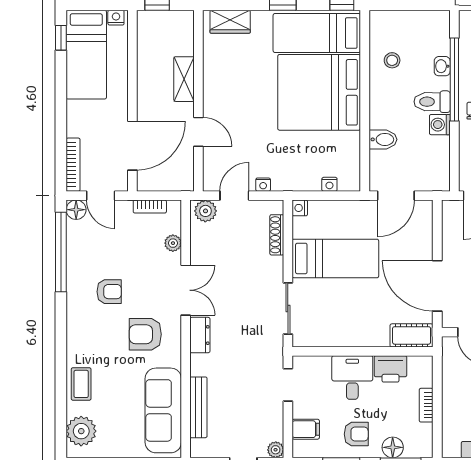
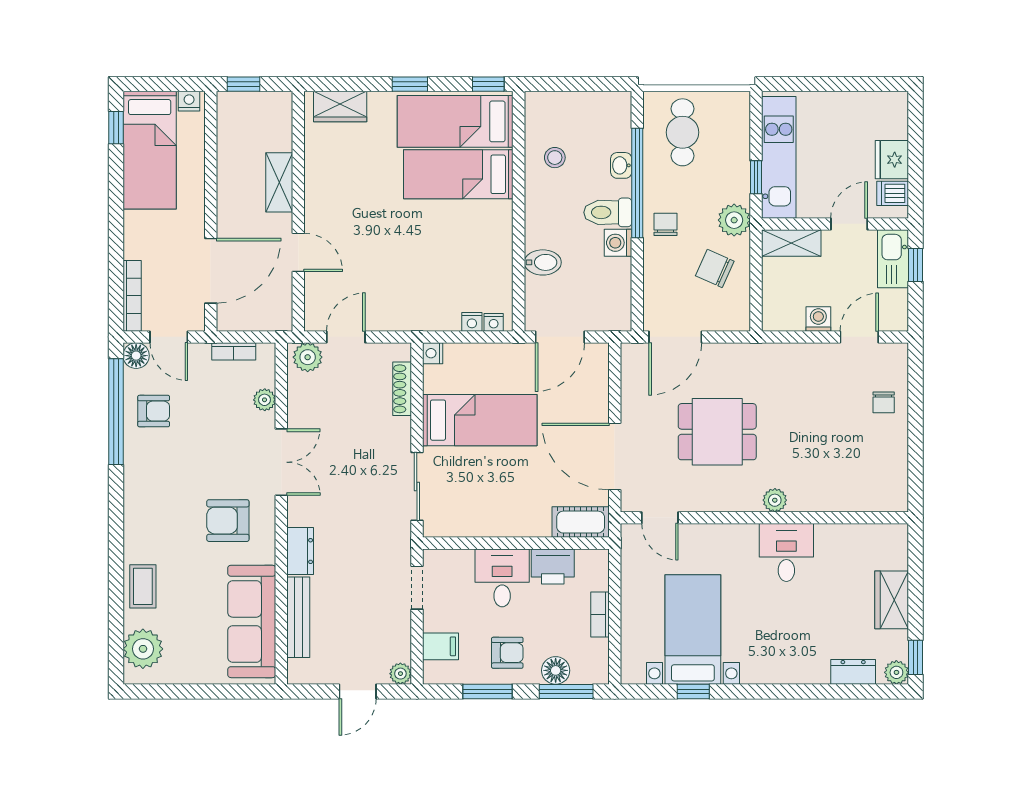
bed: (319, 92) -> (458, 174), width x0.49
nightstand: (263, 185) -> (494, 322), moved
armchair: (109, 292) -> (154, 411), moved
dresser: (200, 335) -> (300, 551), moved

